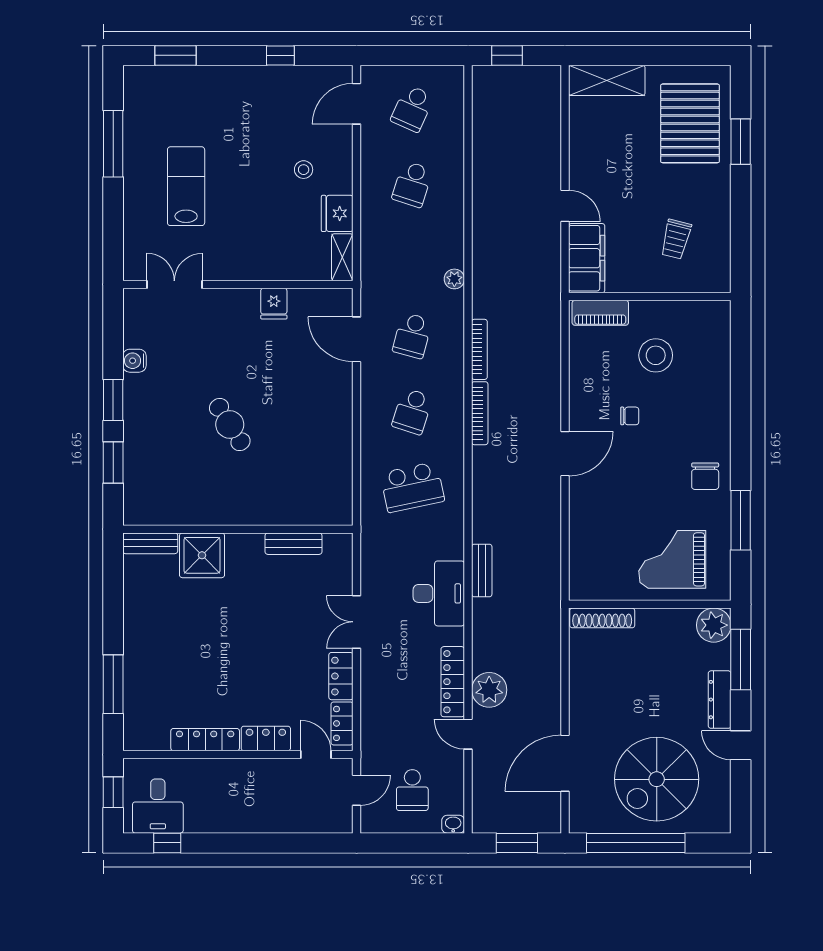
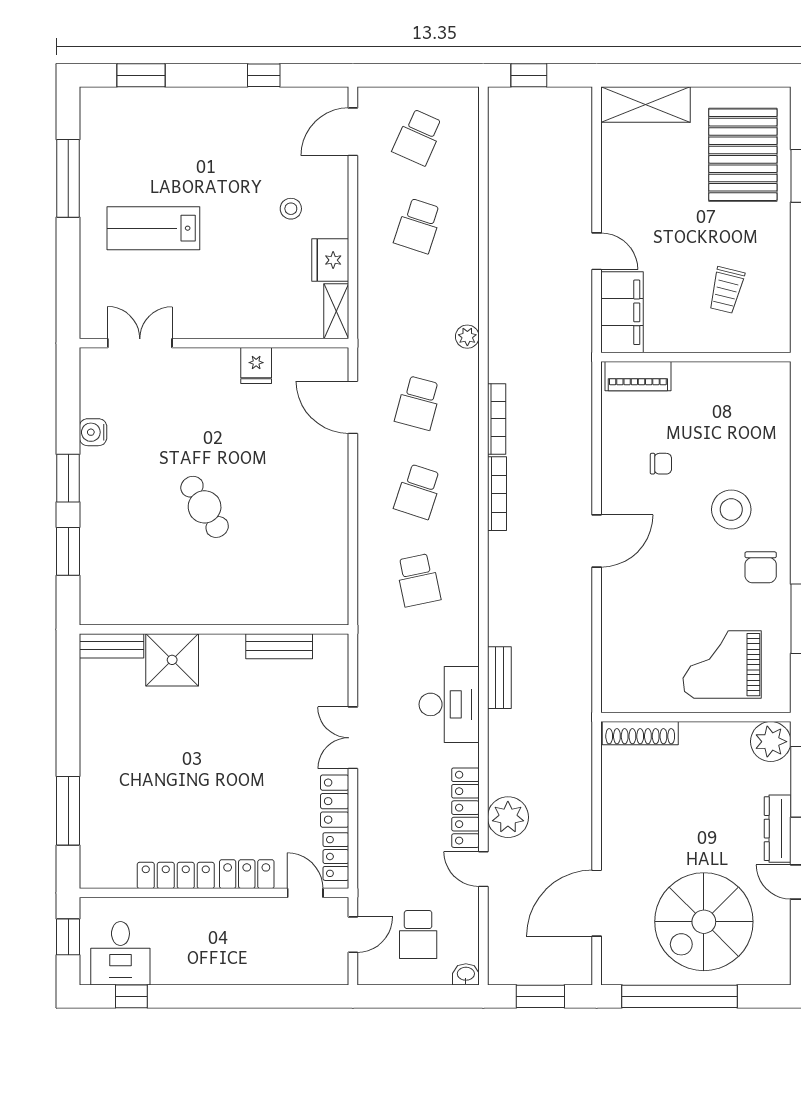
lab bench: (186, 186) -> (153, 228), turned -90
stool: (656, 355) -> (731, 510), moved
chair: (630, 416) -> (661, 464), moved
school desk: (412, 487) -> (418, 580), width x0.54

